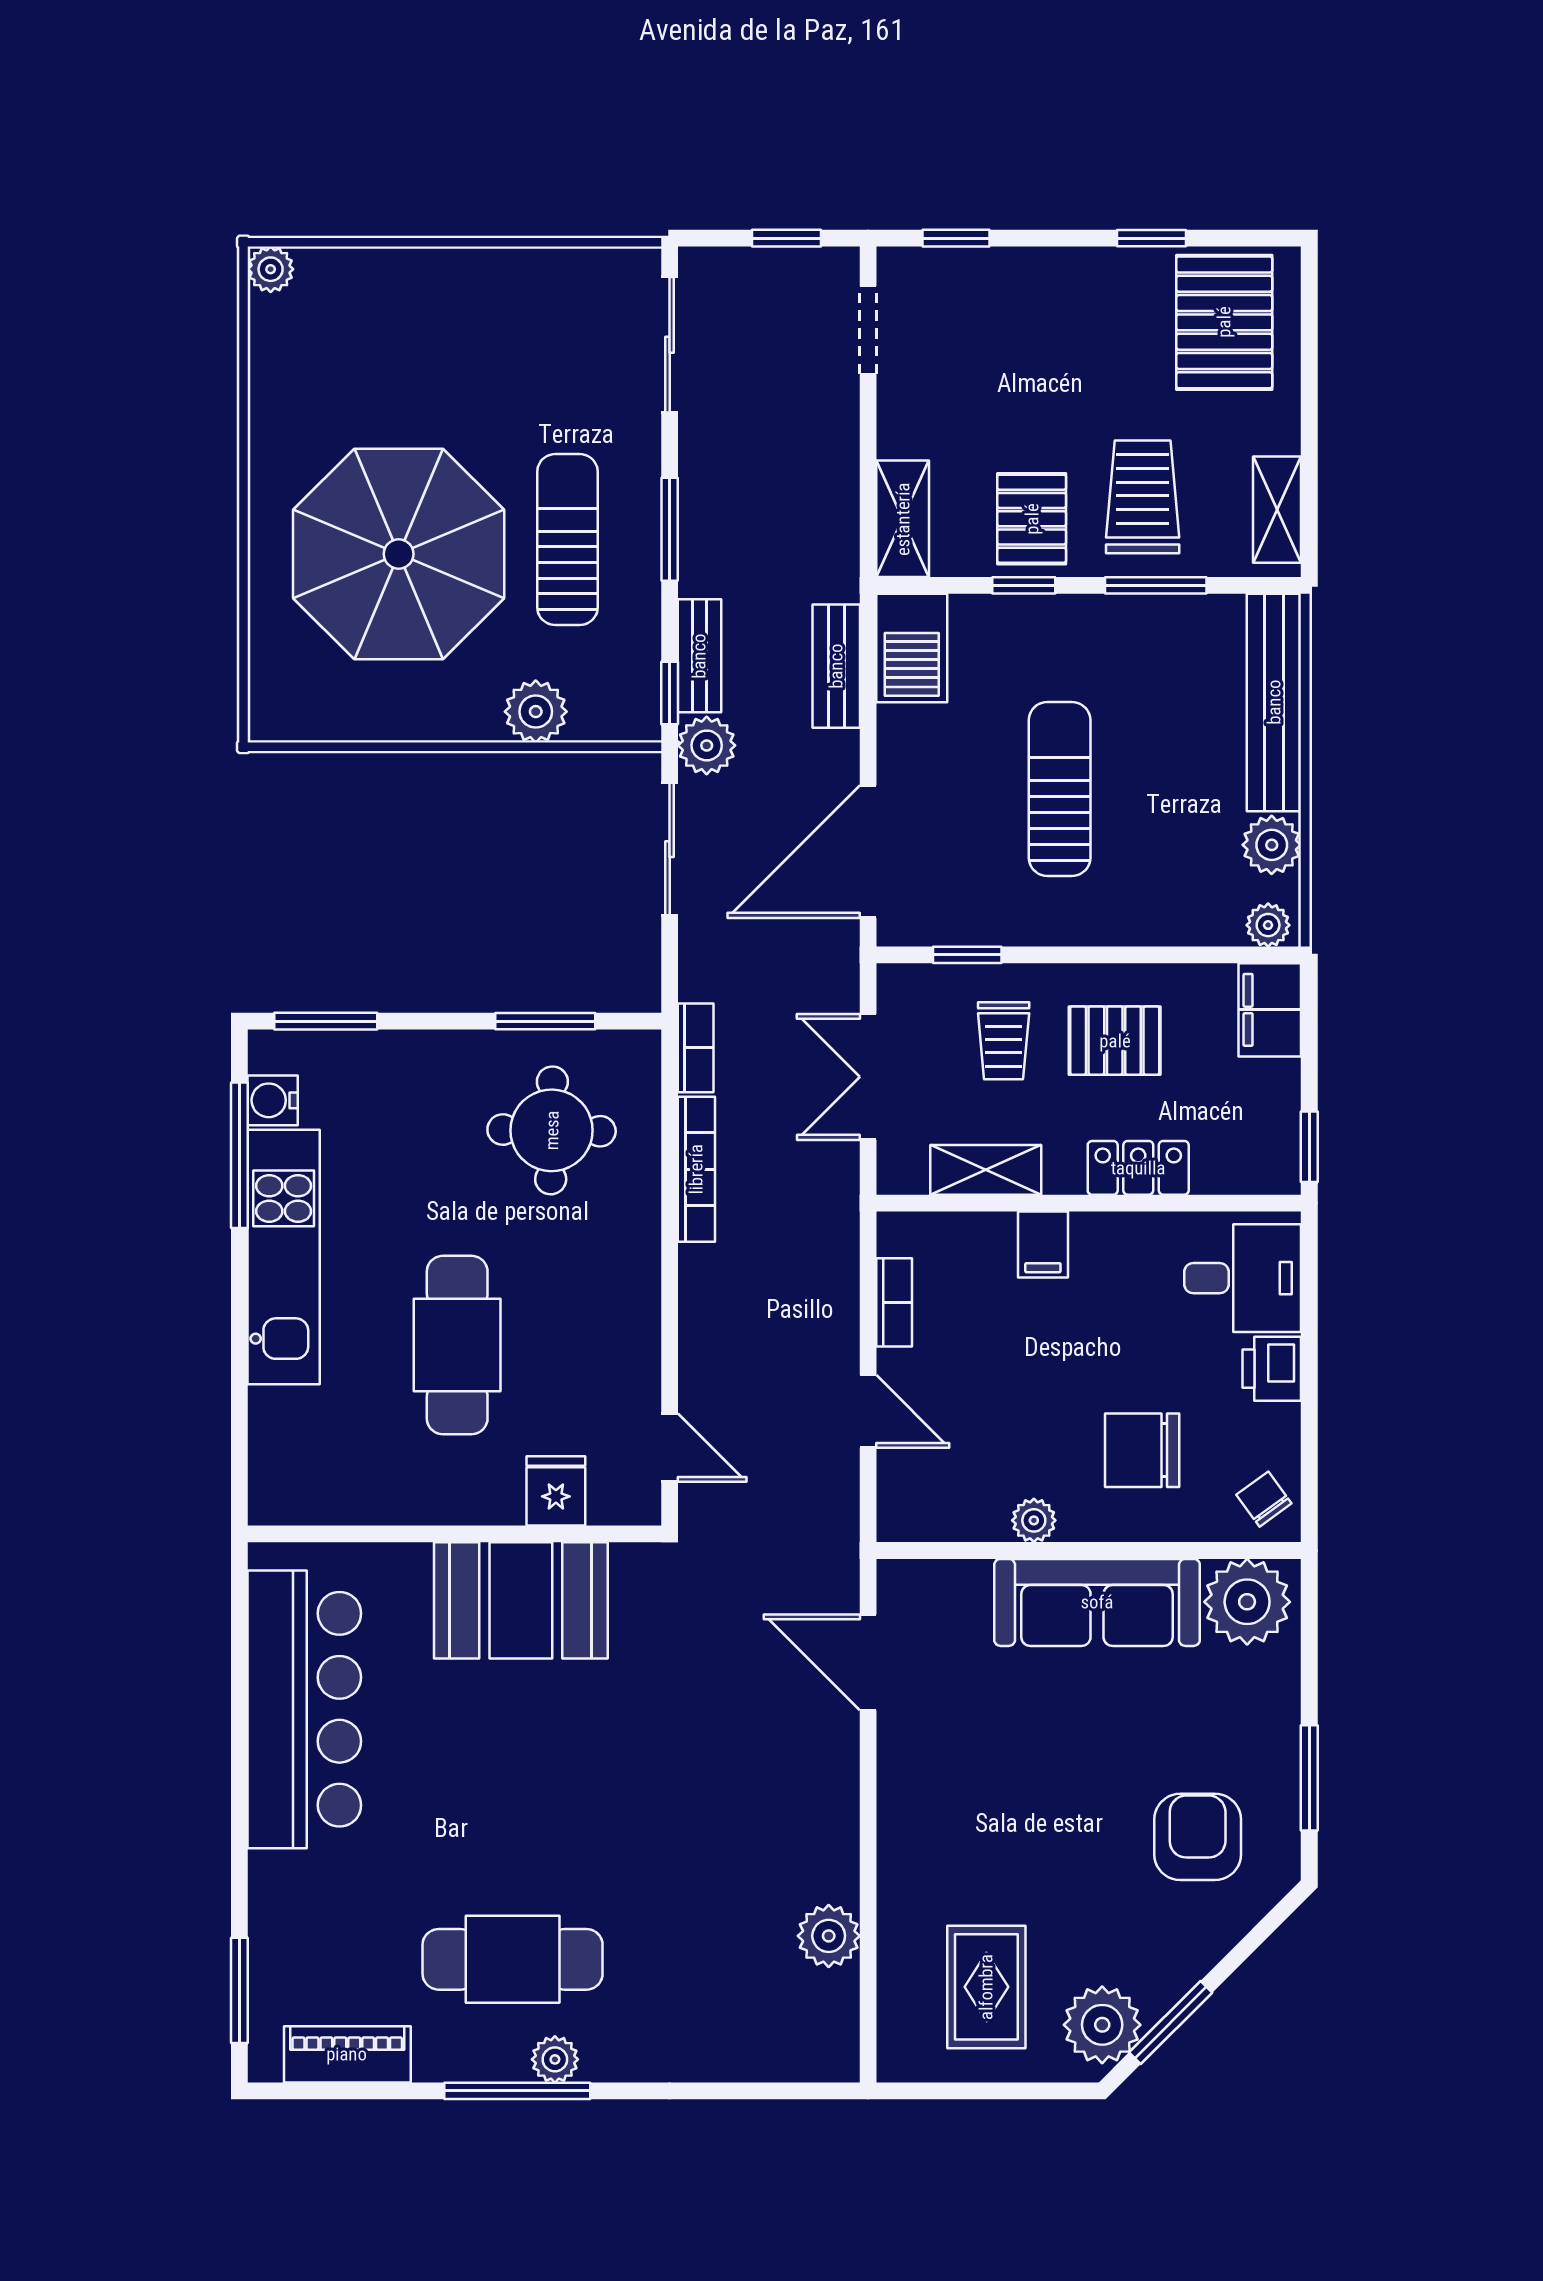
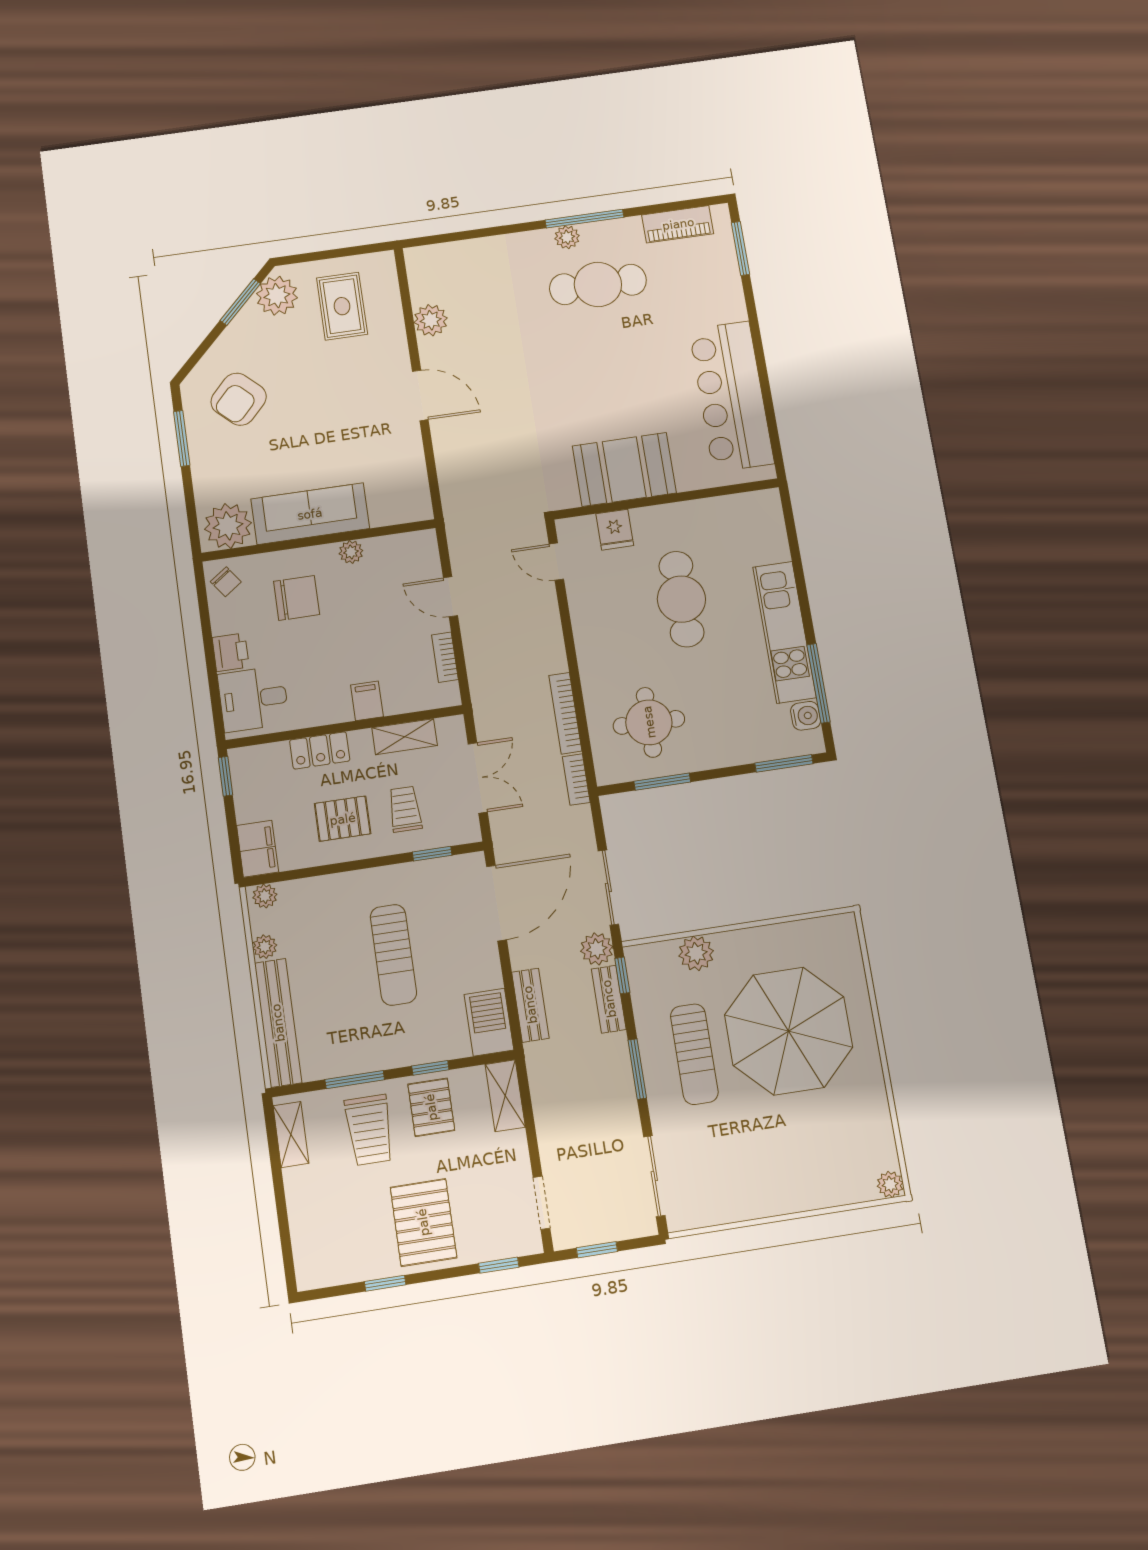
pallet: (1224, 322) -> (423, 1222), moved
plant: (1272, 845) -> (265, 947), width x0.73, depth x0.73
door: (868, 1662) -> (420, 395), moved
armchair: (1198, 1837) -> (239, 399), turned 43

